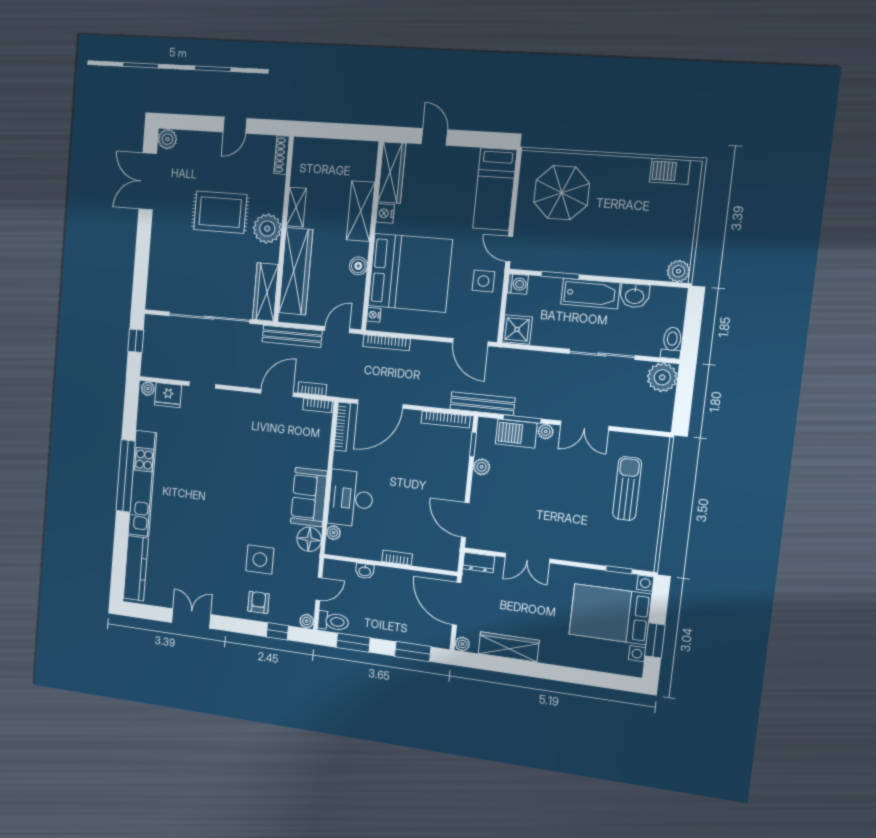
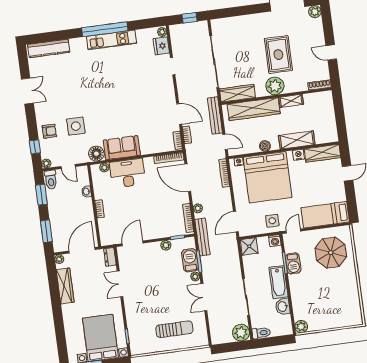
barbecue: (670, 171) -> (293, 263), moved, turned 180
plant: (434, 400) -> (198, 208), added
kitchen unit: (142, 484) -> (112, 40), width x0.73

